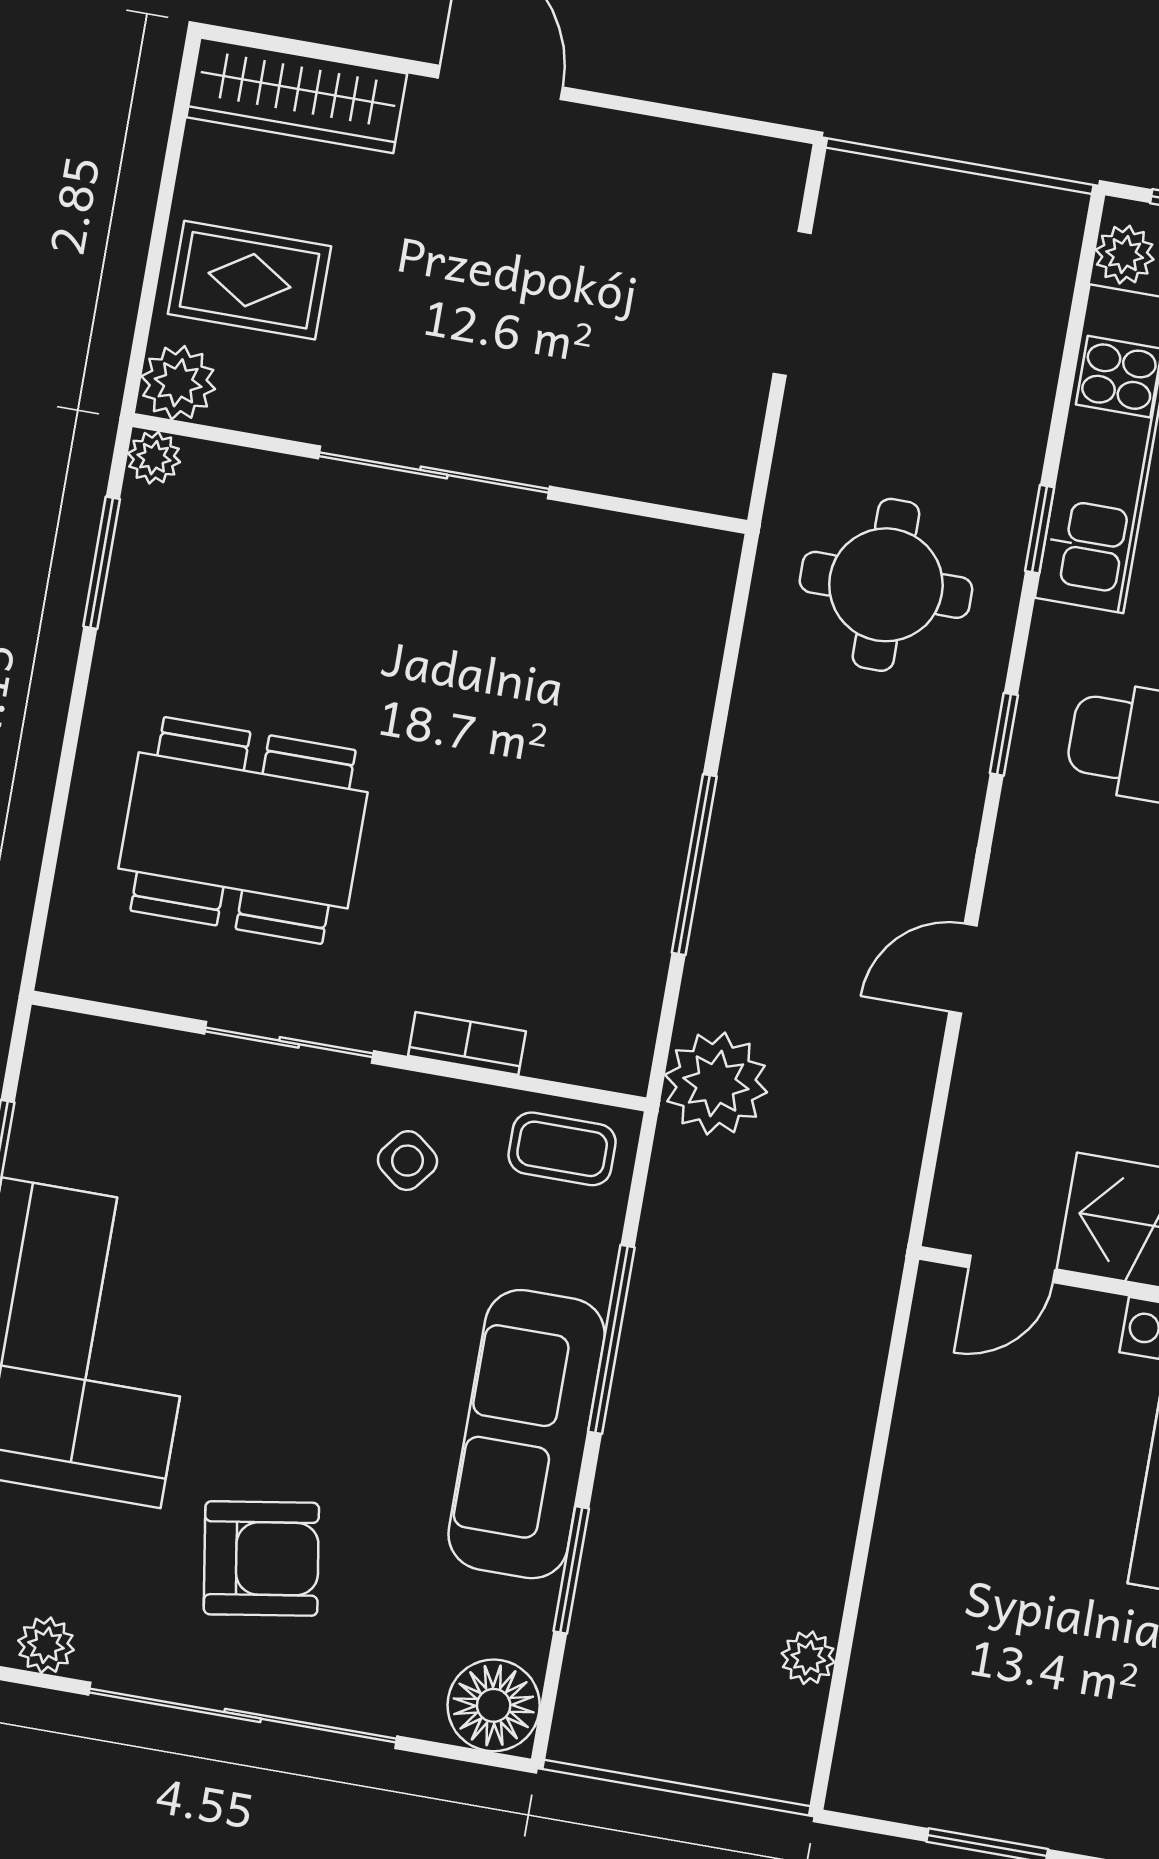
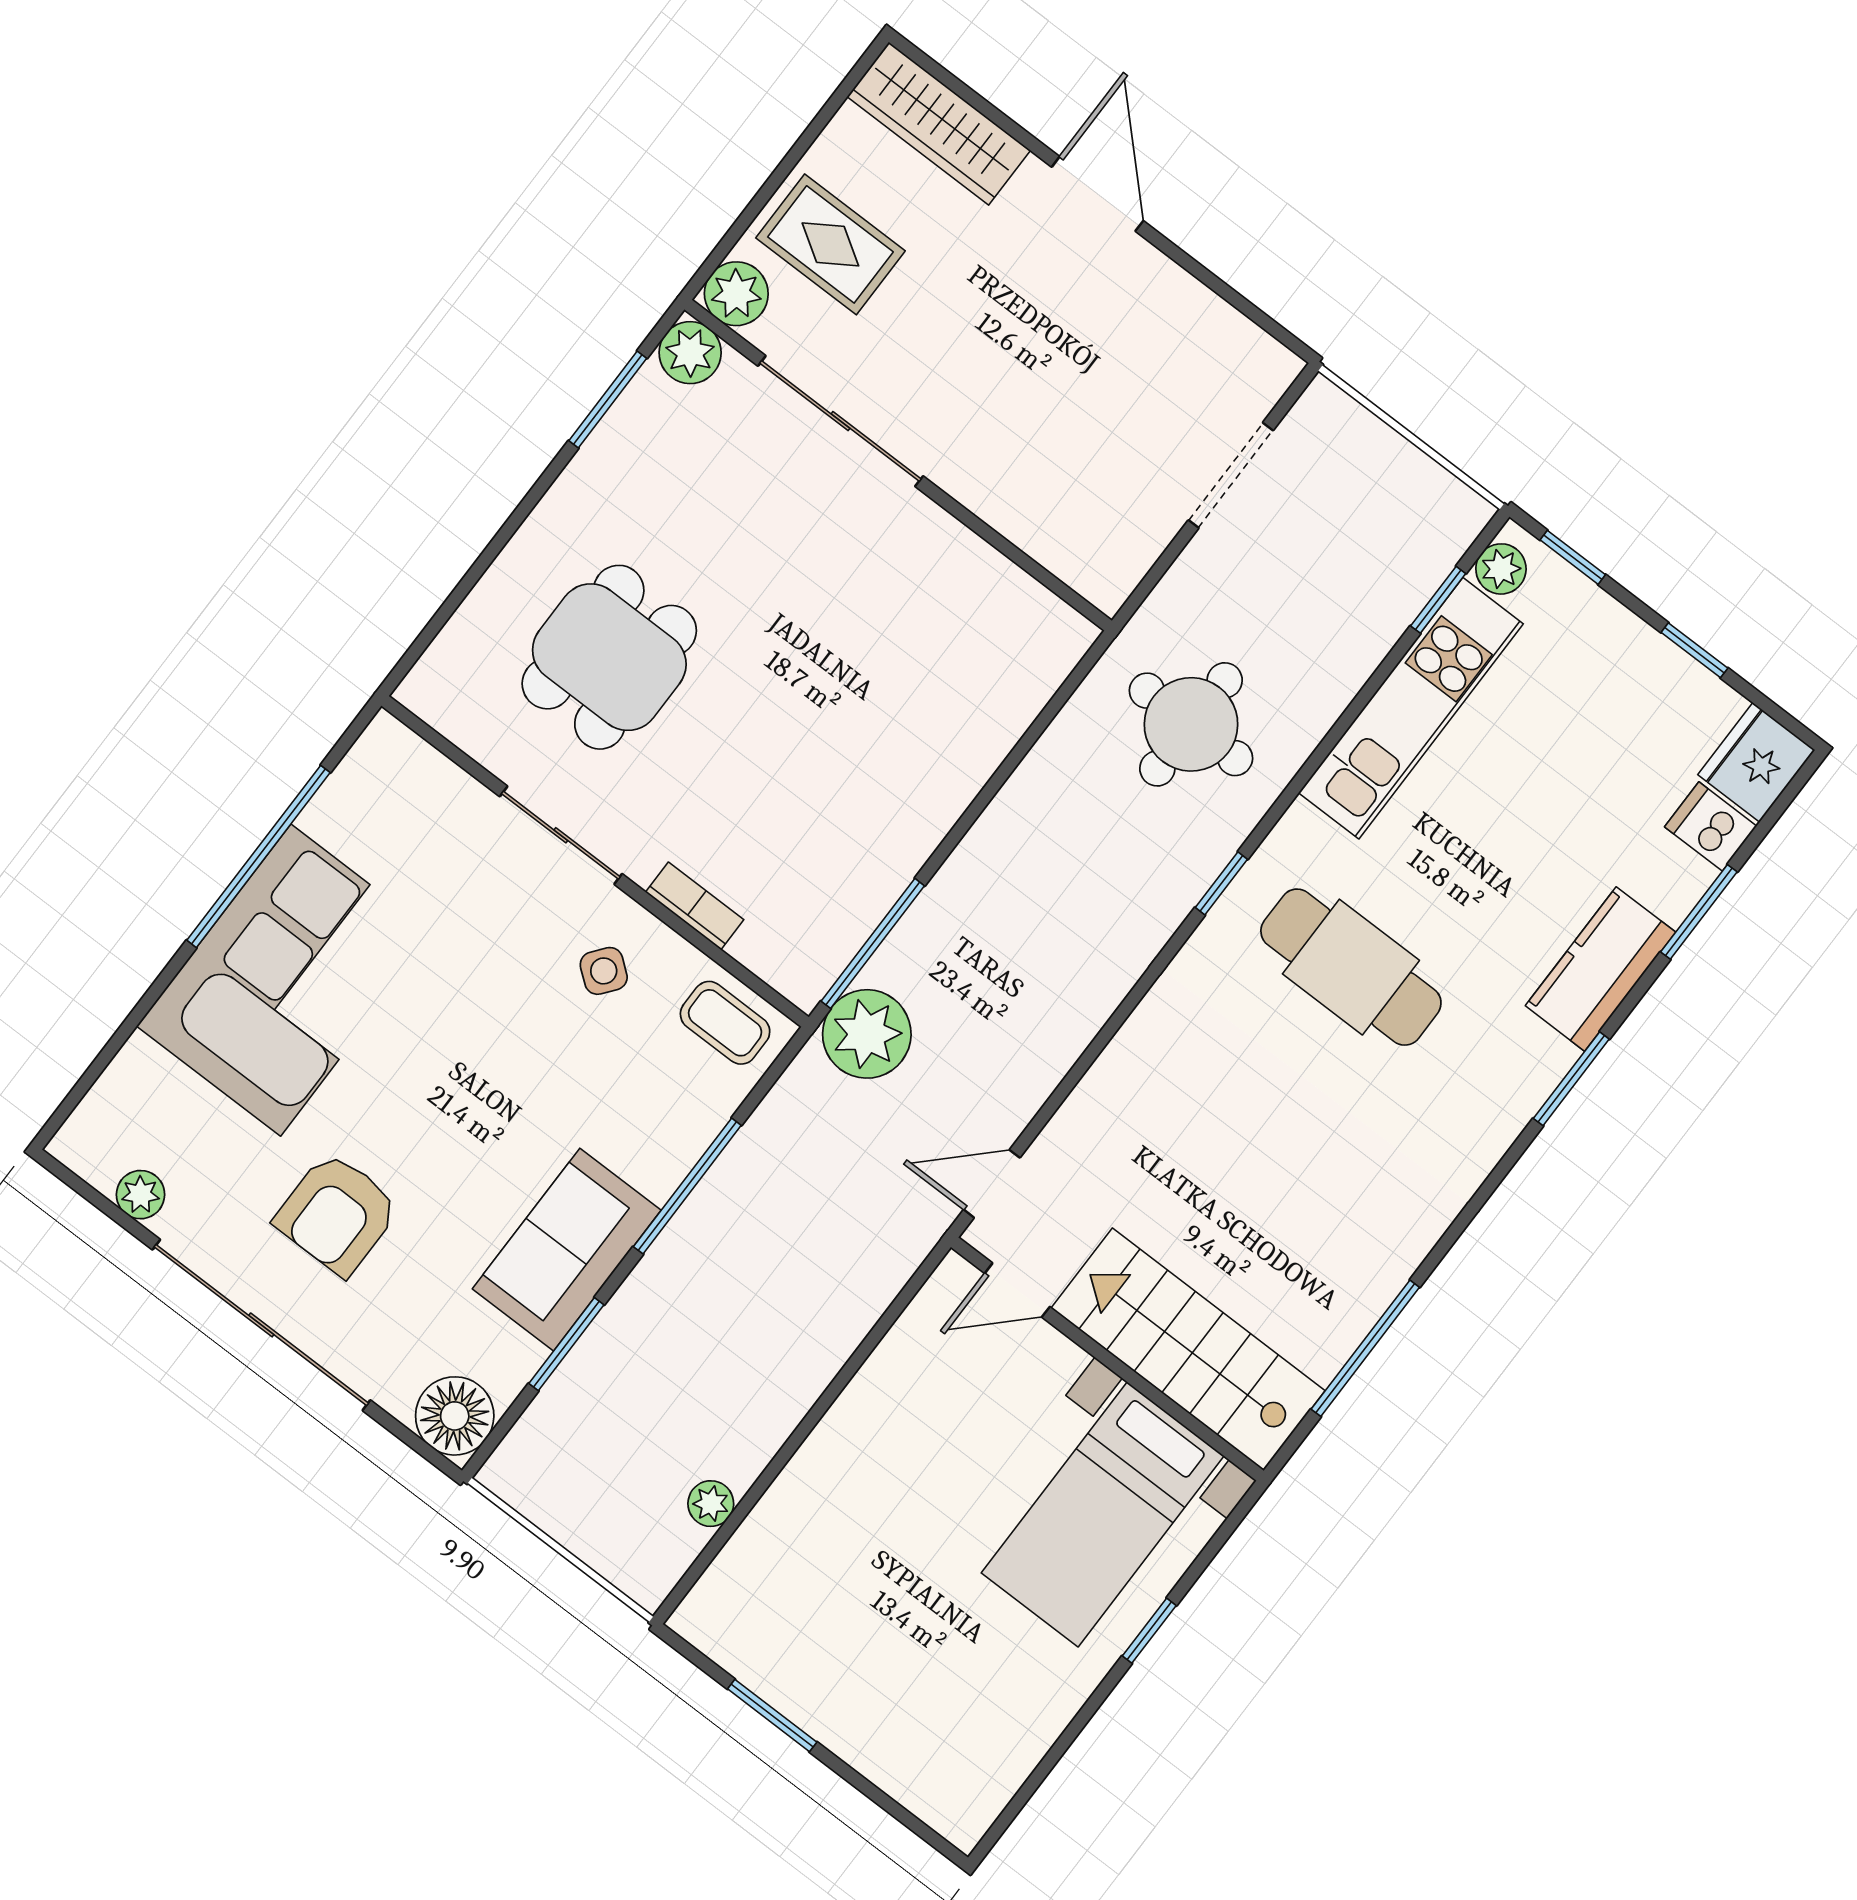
plant: (154, 458) -> (690, 353), width x1.38, depth x1.38
sliding door: (434, 472) -> (840, 421), moved
window: (1040, 529) -> (1438, 600), moved
dining table: (243, 830) -> (609, 657), width x0.73
window: (694, 865) -> (873, 943), moved
door: (963, 969) -> (992, 1184), moved
sofa: (527, 1434) -> (567, 1250), width x0.73
armchair: (261, 1559) -> (337, 1214), turned 99

